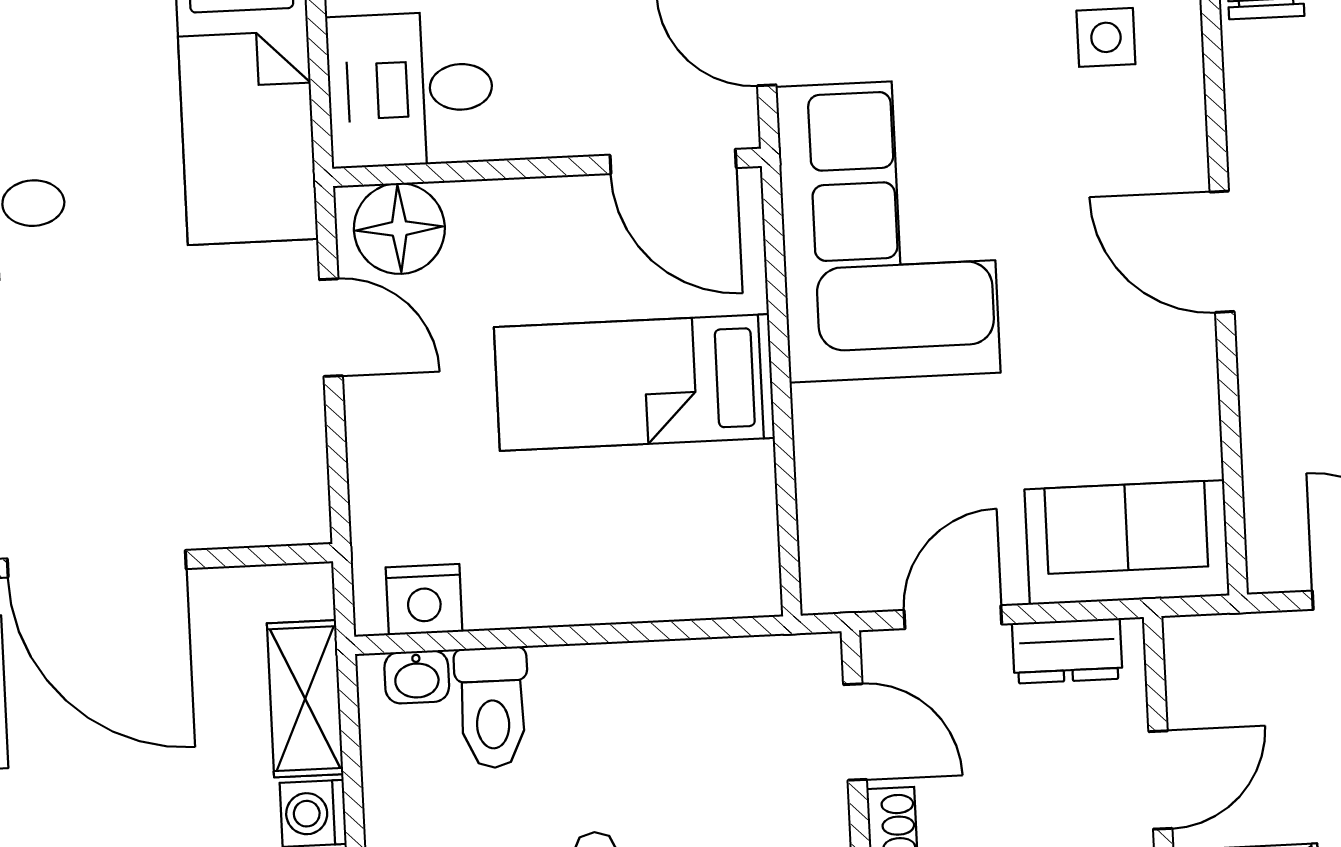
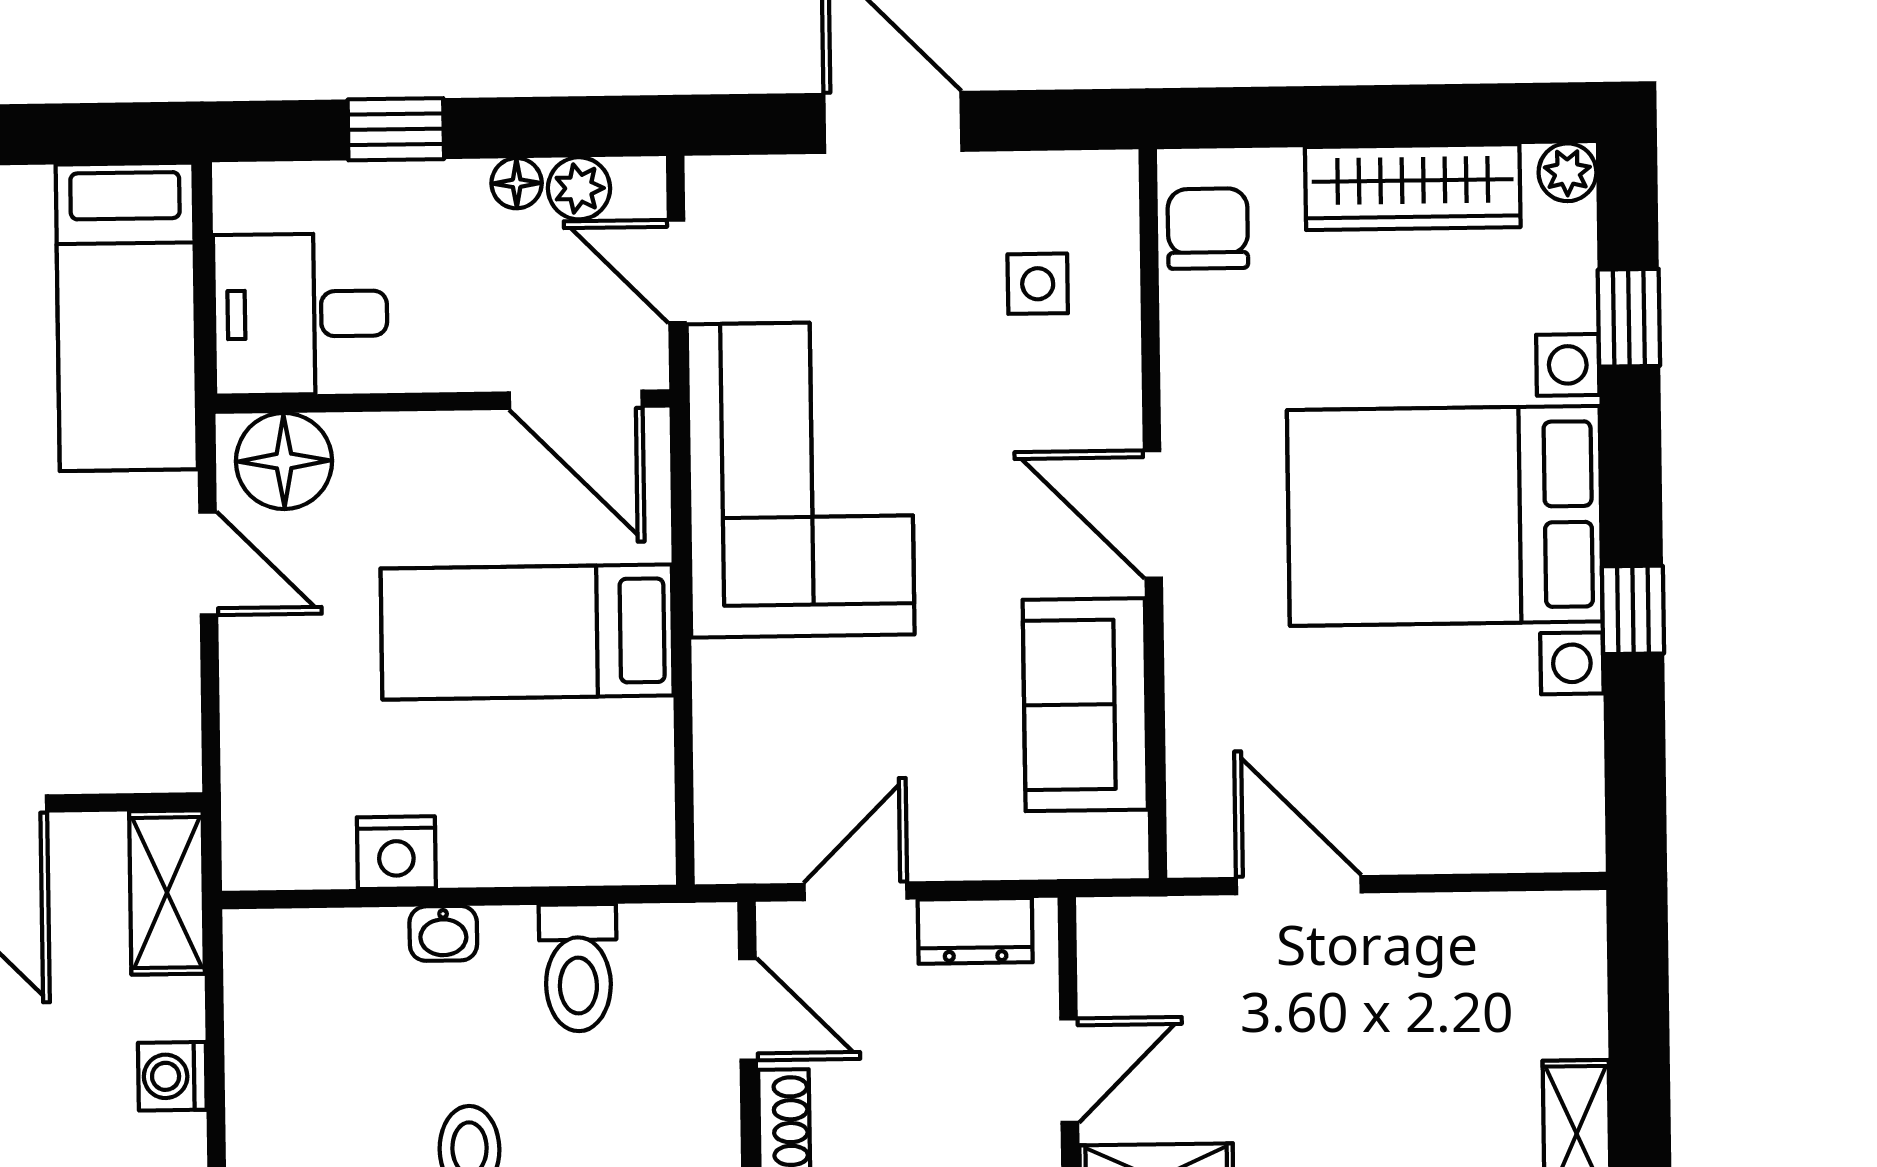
sofa: (1127, 542) -> (1085, 705), moved, turned -90
nightstand: (424, 599) -> (396, 853), moved
washbasin: (417, 677) -> (443, 933), moved
shelving: (305, 699) -> (167, 893), moved
toilet: (492, 708) -> (578, 968), moved

